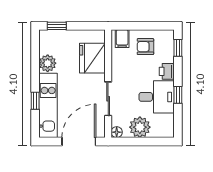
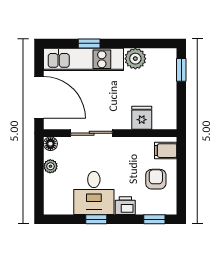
fridge: (92, 58) -> (142, 118), width x0.53, depth x0.75
plant: (140, 127) -> (50, 166), width x0.53, depth x0.53

